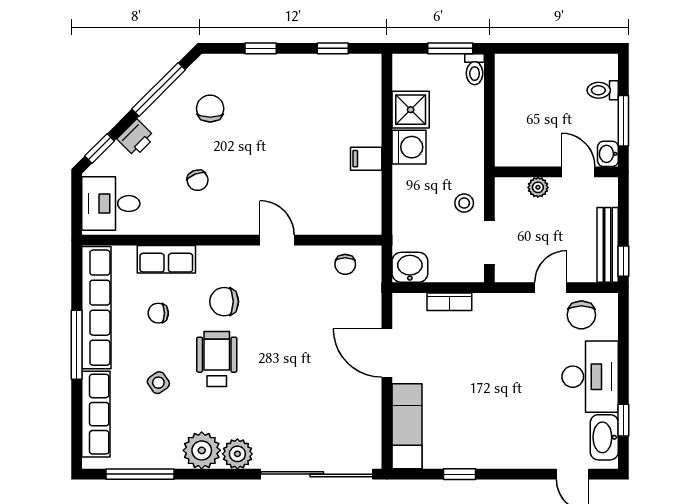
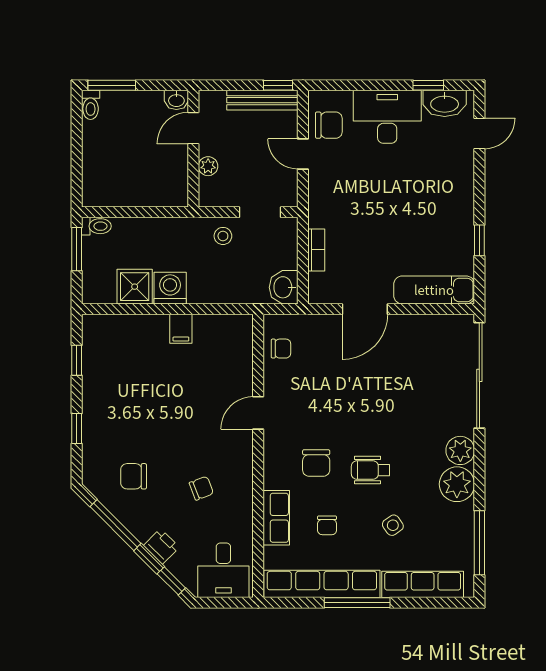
toilet: (603, 90) -> (91, 105), moved
window: (623, 121) -> (112, 85), moved
wheelchair: (217, 359) -> (371, 470), width x0.73, depth x0.73

